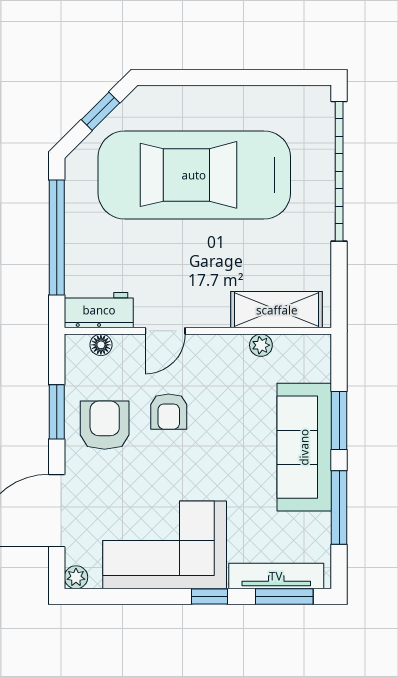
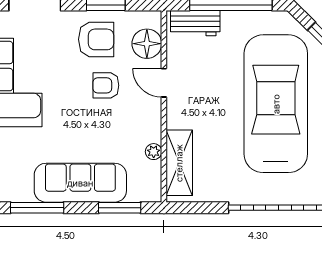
workbench: (99, 310) -> (195, 23), moved, turned 90
floor lamp: (101, 345) -> (147, 44), width x1.89, depth x1.89
window: (339, 420) -> (120, 208), moved

